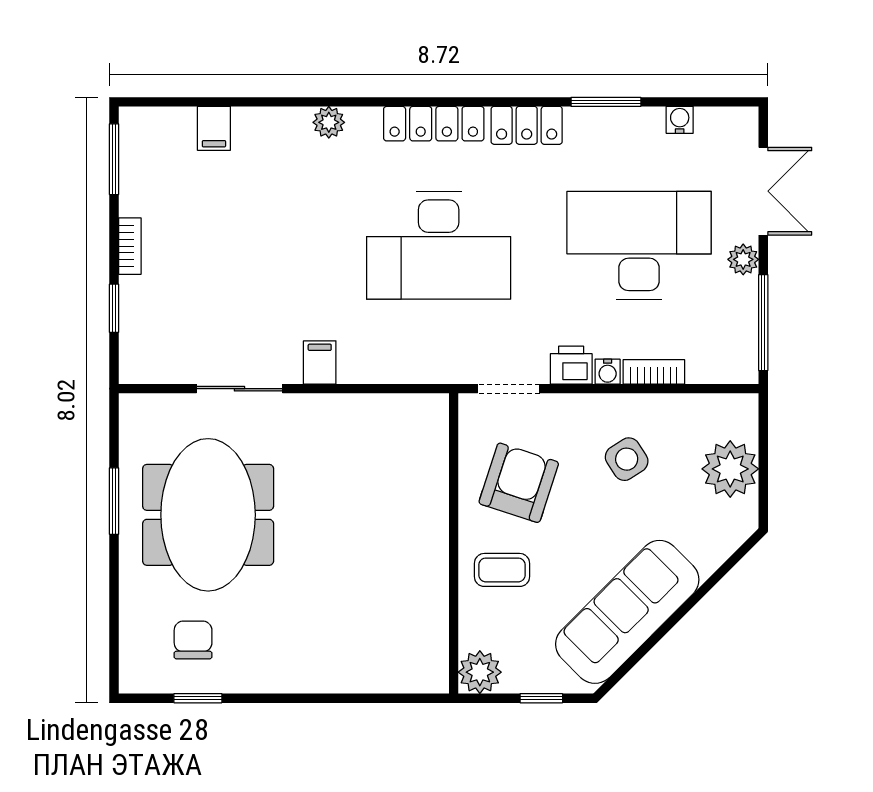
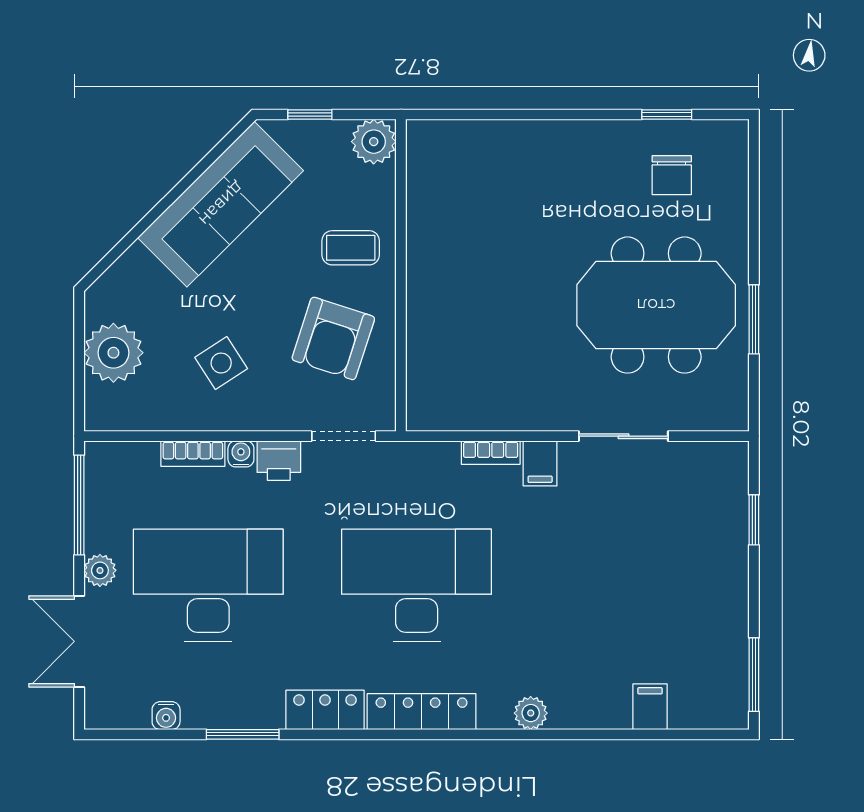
desk: (639, 245) -> (208, 585), turned 180
bookcase: (130, 246) -> (491, 453), moved, turned -90
meeting table: (208, 515) -> (656, 305), turned 90

